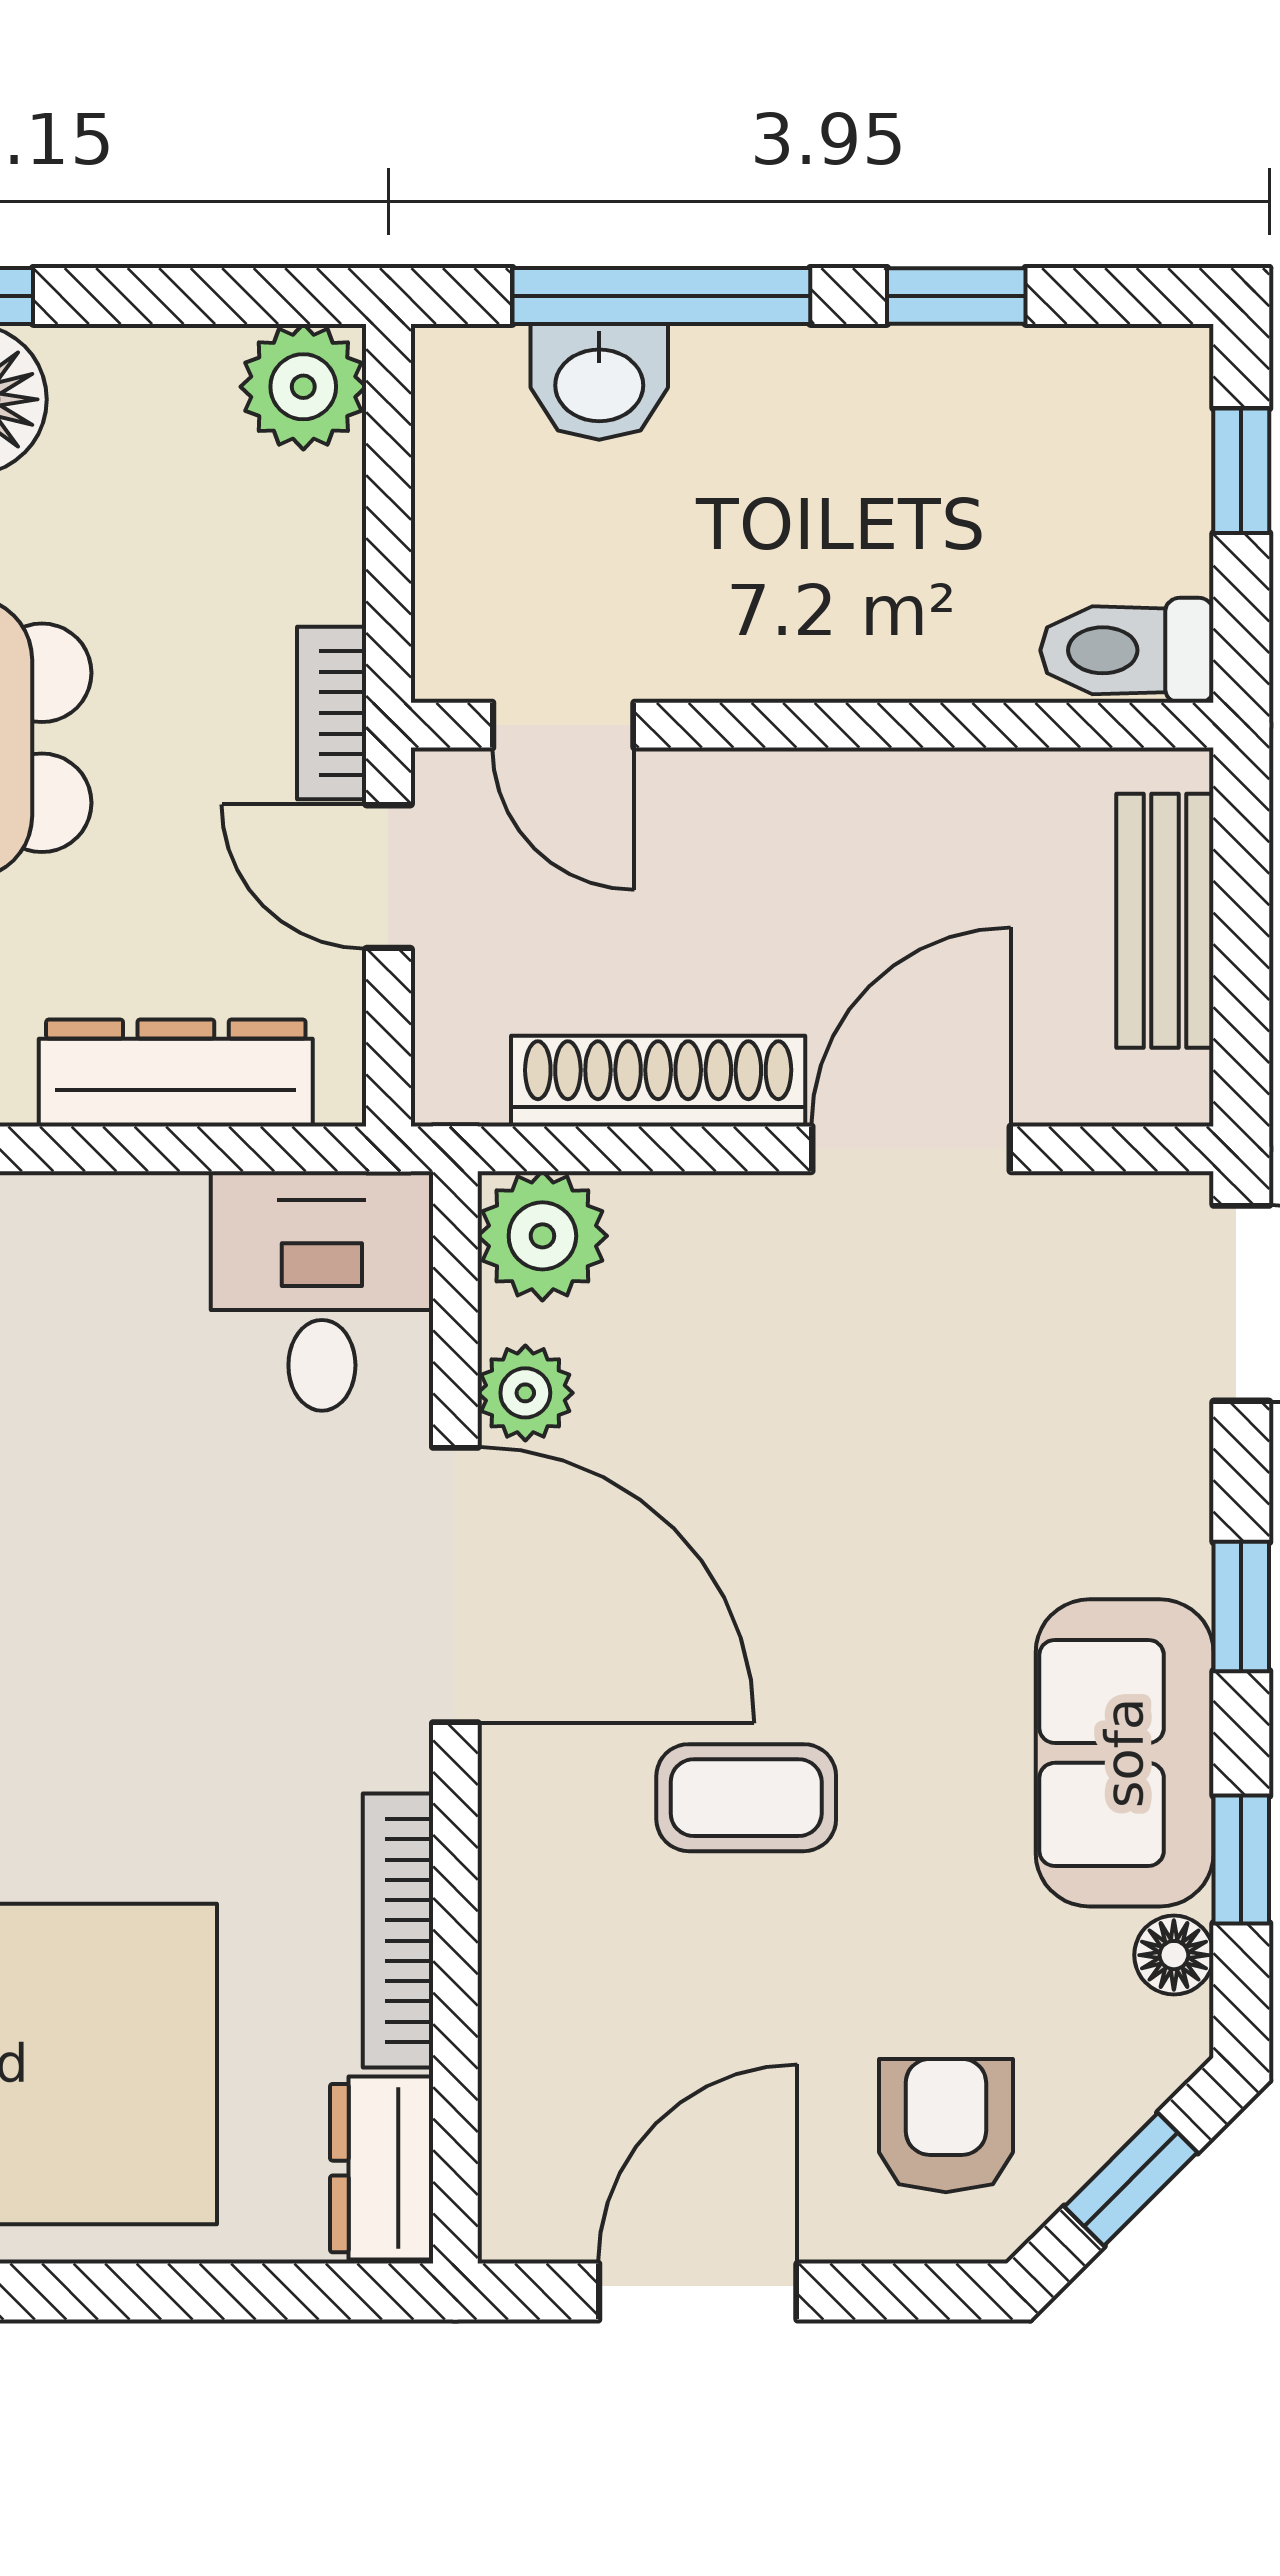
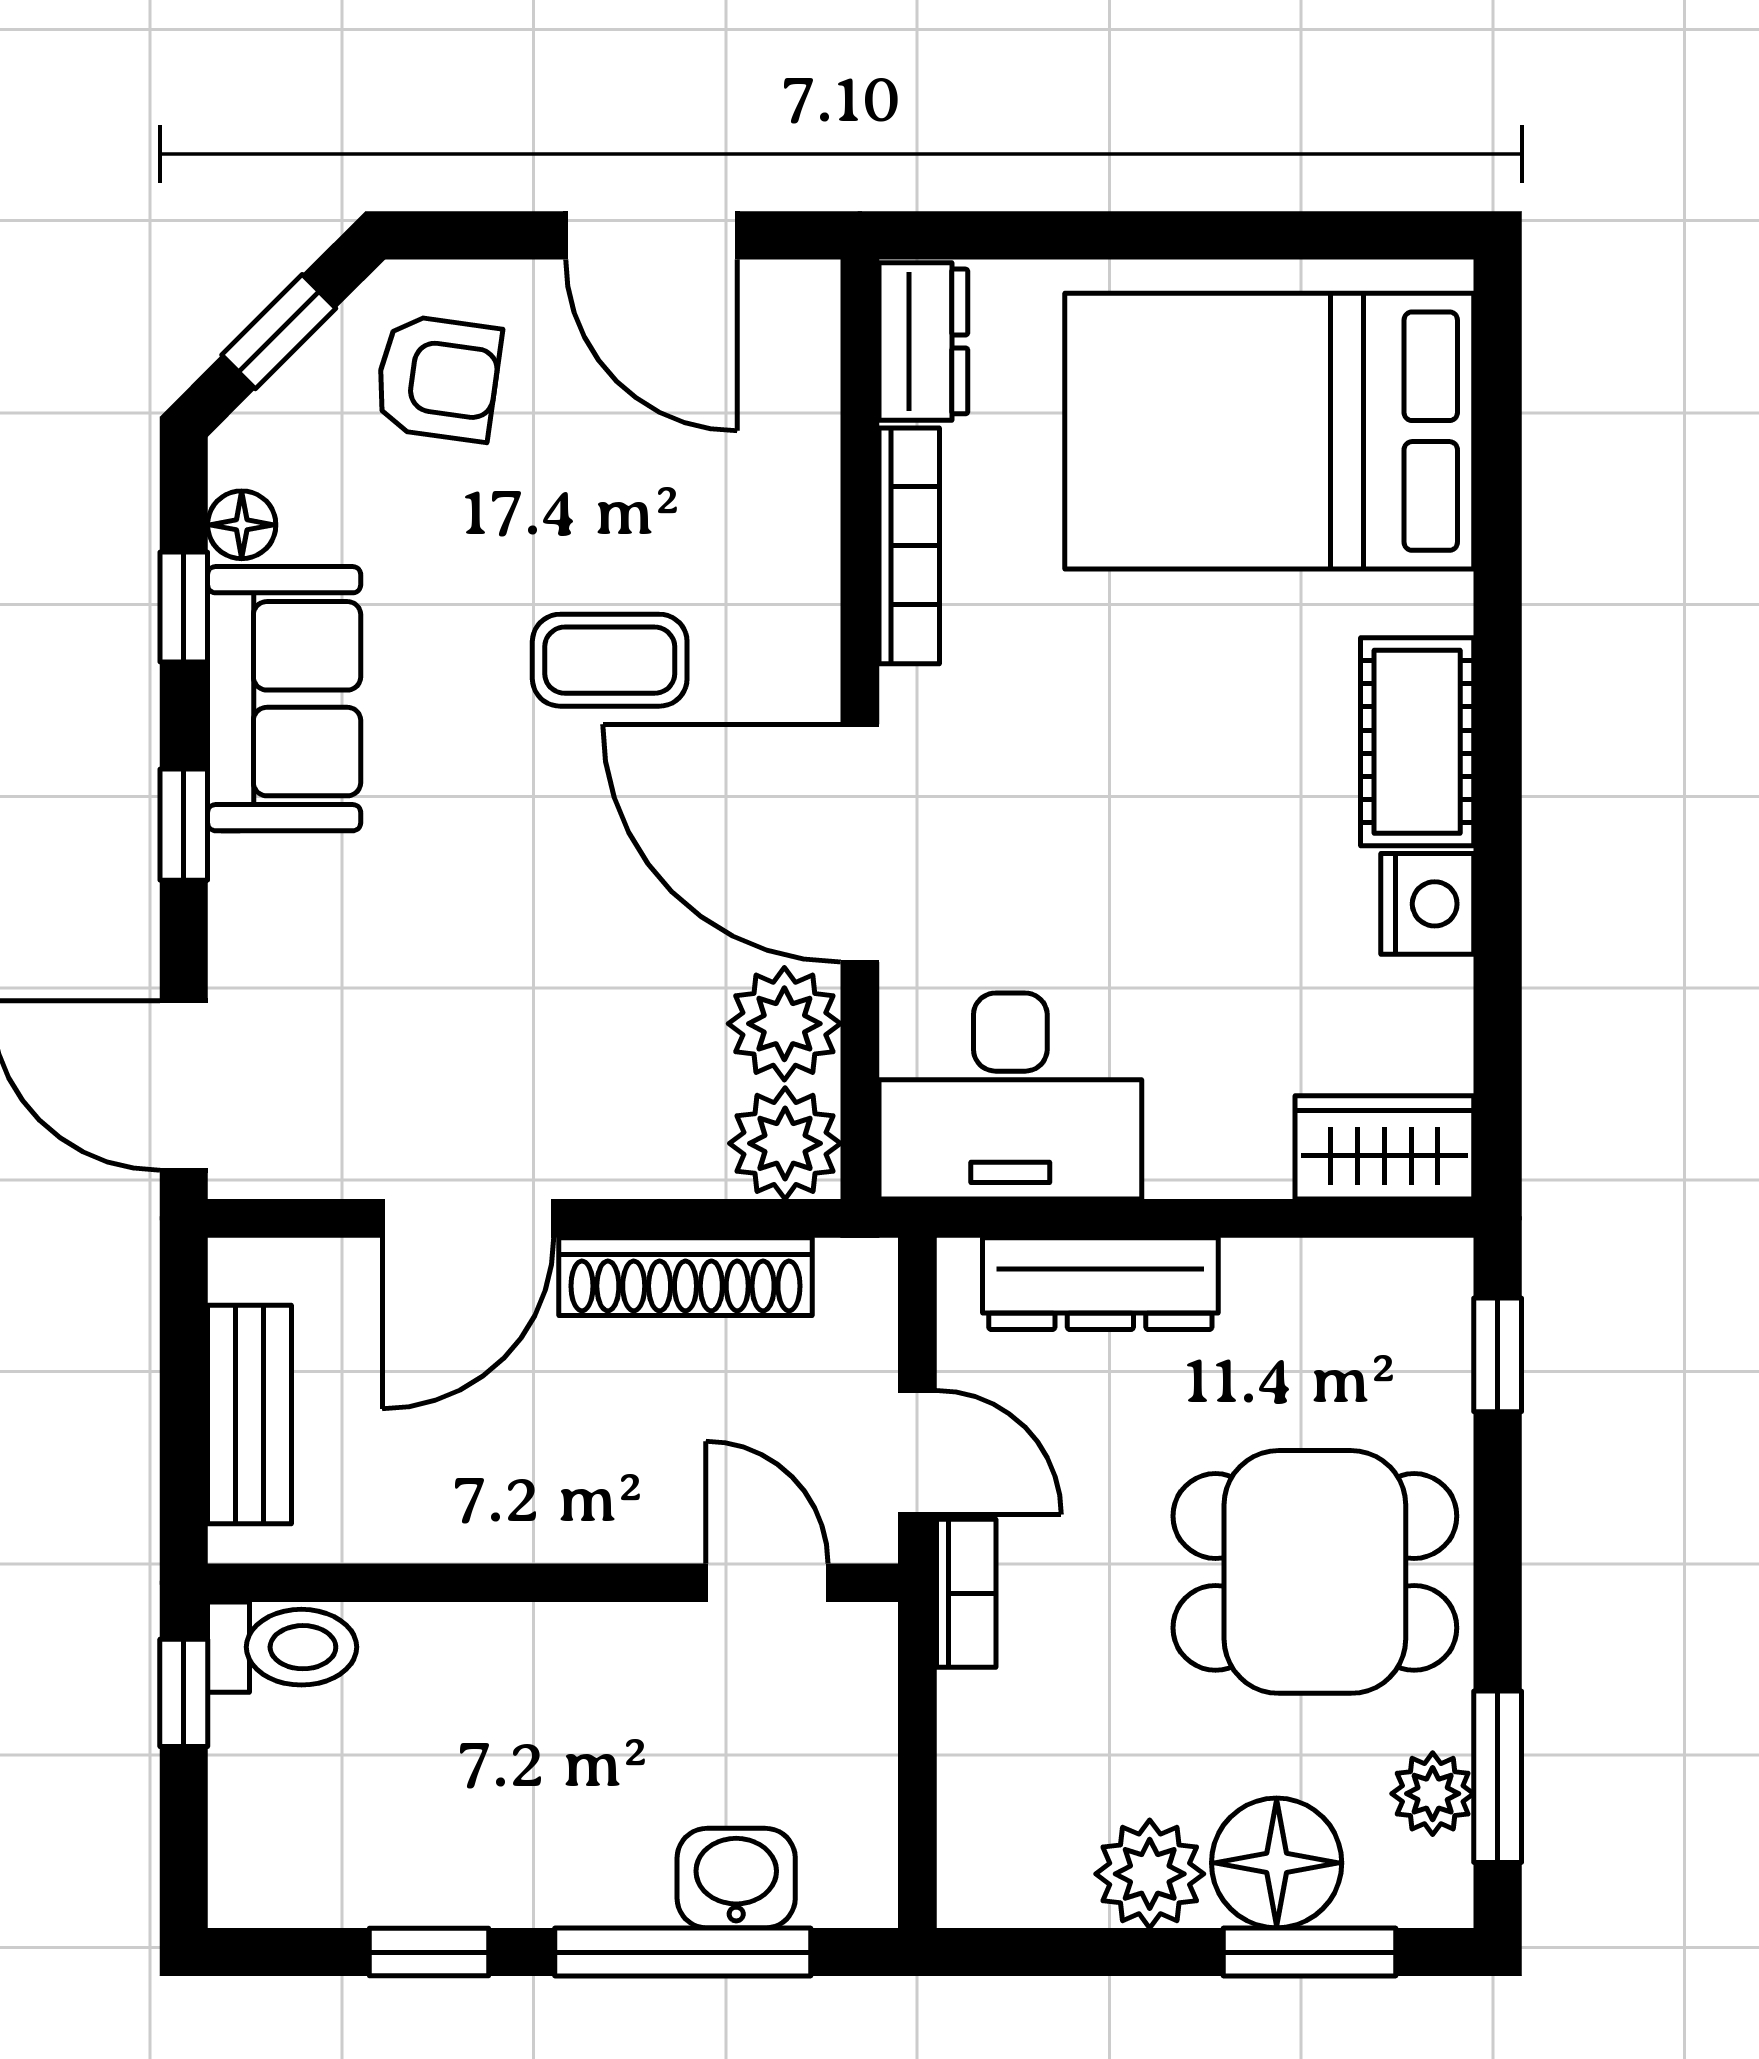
plant: (303, 387) -> (1150, 1874), moved
window: (1241, 471) -> (184, 1693), moved
desk: (322, 1291) -> (1010, 1096), width x1.37
plant: (525, 1393) -> (784, 1024), width x1.38, depth x1.38
armchair: (946, 2126) -> (438, 378), turned -82
door: (698, 2292) -> (651, 235), hinge flipped

